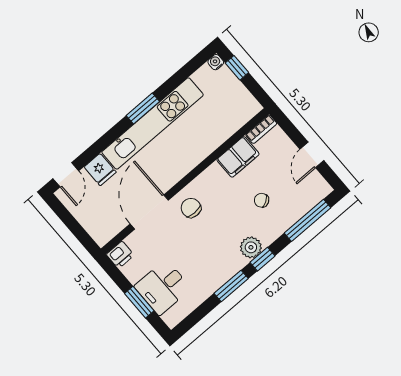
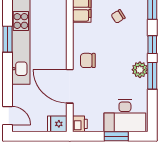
fridge: (100, 170) -> (57, 124), moved, turned 180
plant: (251, 247) -> (140, 70), moved
desk: (163, 287) -> (125, 116), width x1.37

